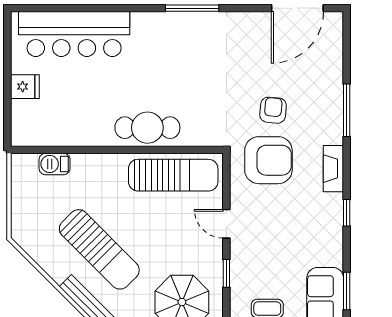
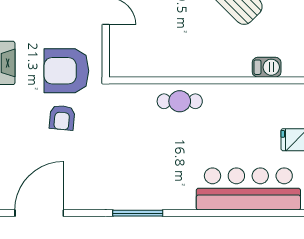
cafe table: (147, 128) -> (180, 101), width x0.73, depth x0.74
sun lounger: (173, 175) -> (156, 57), removed

